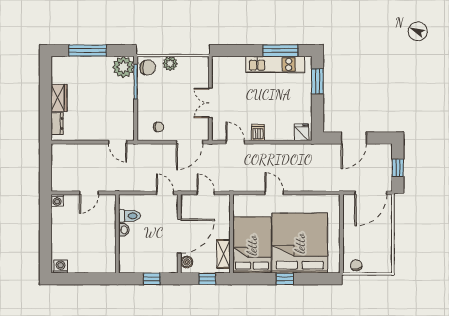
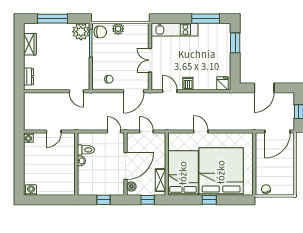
kitchen unit: (275, 64) -> (175, 30), moved
wardrobe: (59, 98) -> (30, 44), moved

